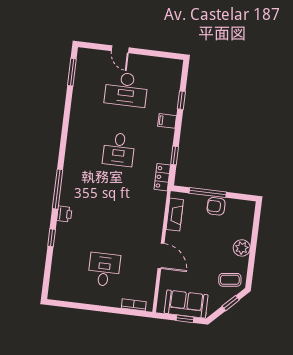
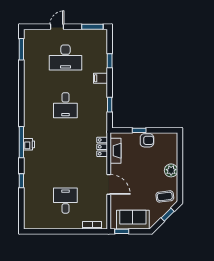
door: (120, 49) -> (57, 27), swing flipped
window: (165, 55) -> (92, 27), added
locker: (162, 177) -> (102, 147), moved
window: (208, 193) -> (139, 130), width x0.46
armchair: (216, 206) -> (147, 140), turned 180
printer: (64, 214) -> (29, 144), moved
window: (185, 319) -> (122, 231), moved

